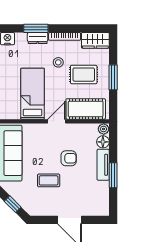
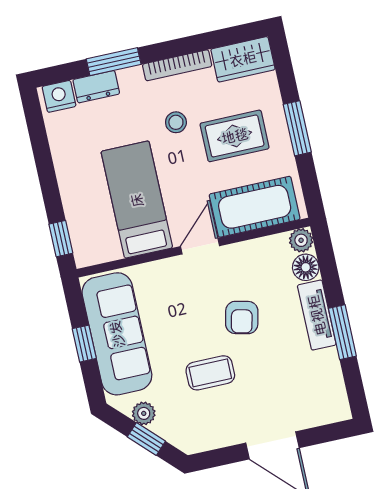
dresser: (38, 38) -> (96, 87), moved
armchair: (69, 158) -> (242, 317), turned 103
plant: (14, 192) -> (144, 413), added

